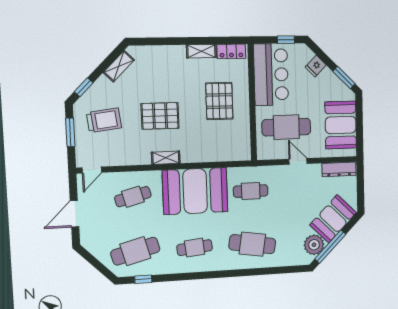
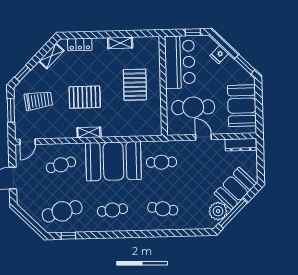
locker: (231, 51) -> (80, 45), moved
cafe table: (252, 244) -> (163, 209), width x0.73, depth x0.74

